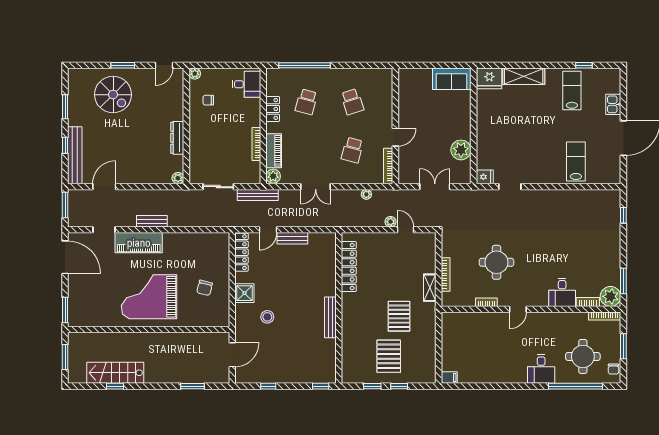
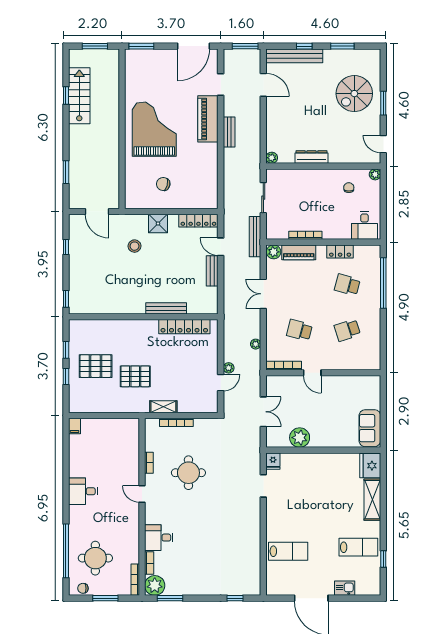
bench: (330, 317) -> (166, 308), moved
desk: (541, 369) -> (83, 491), moved

